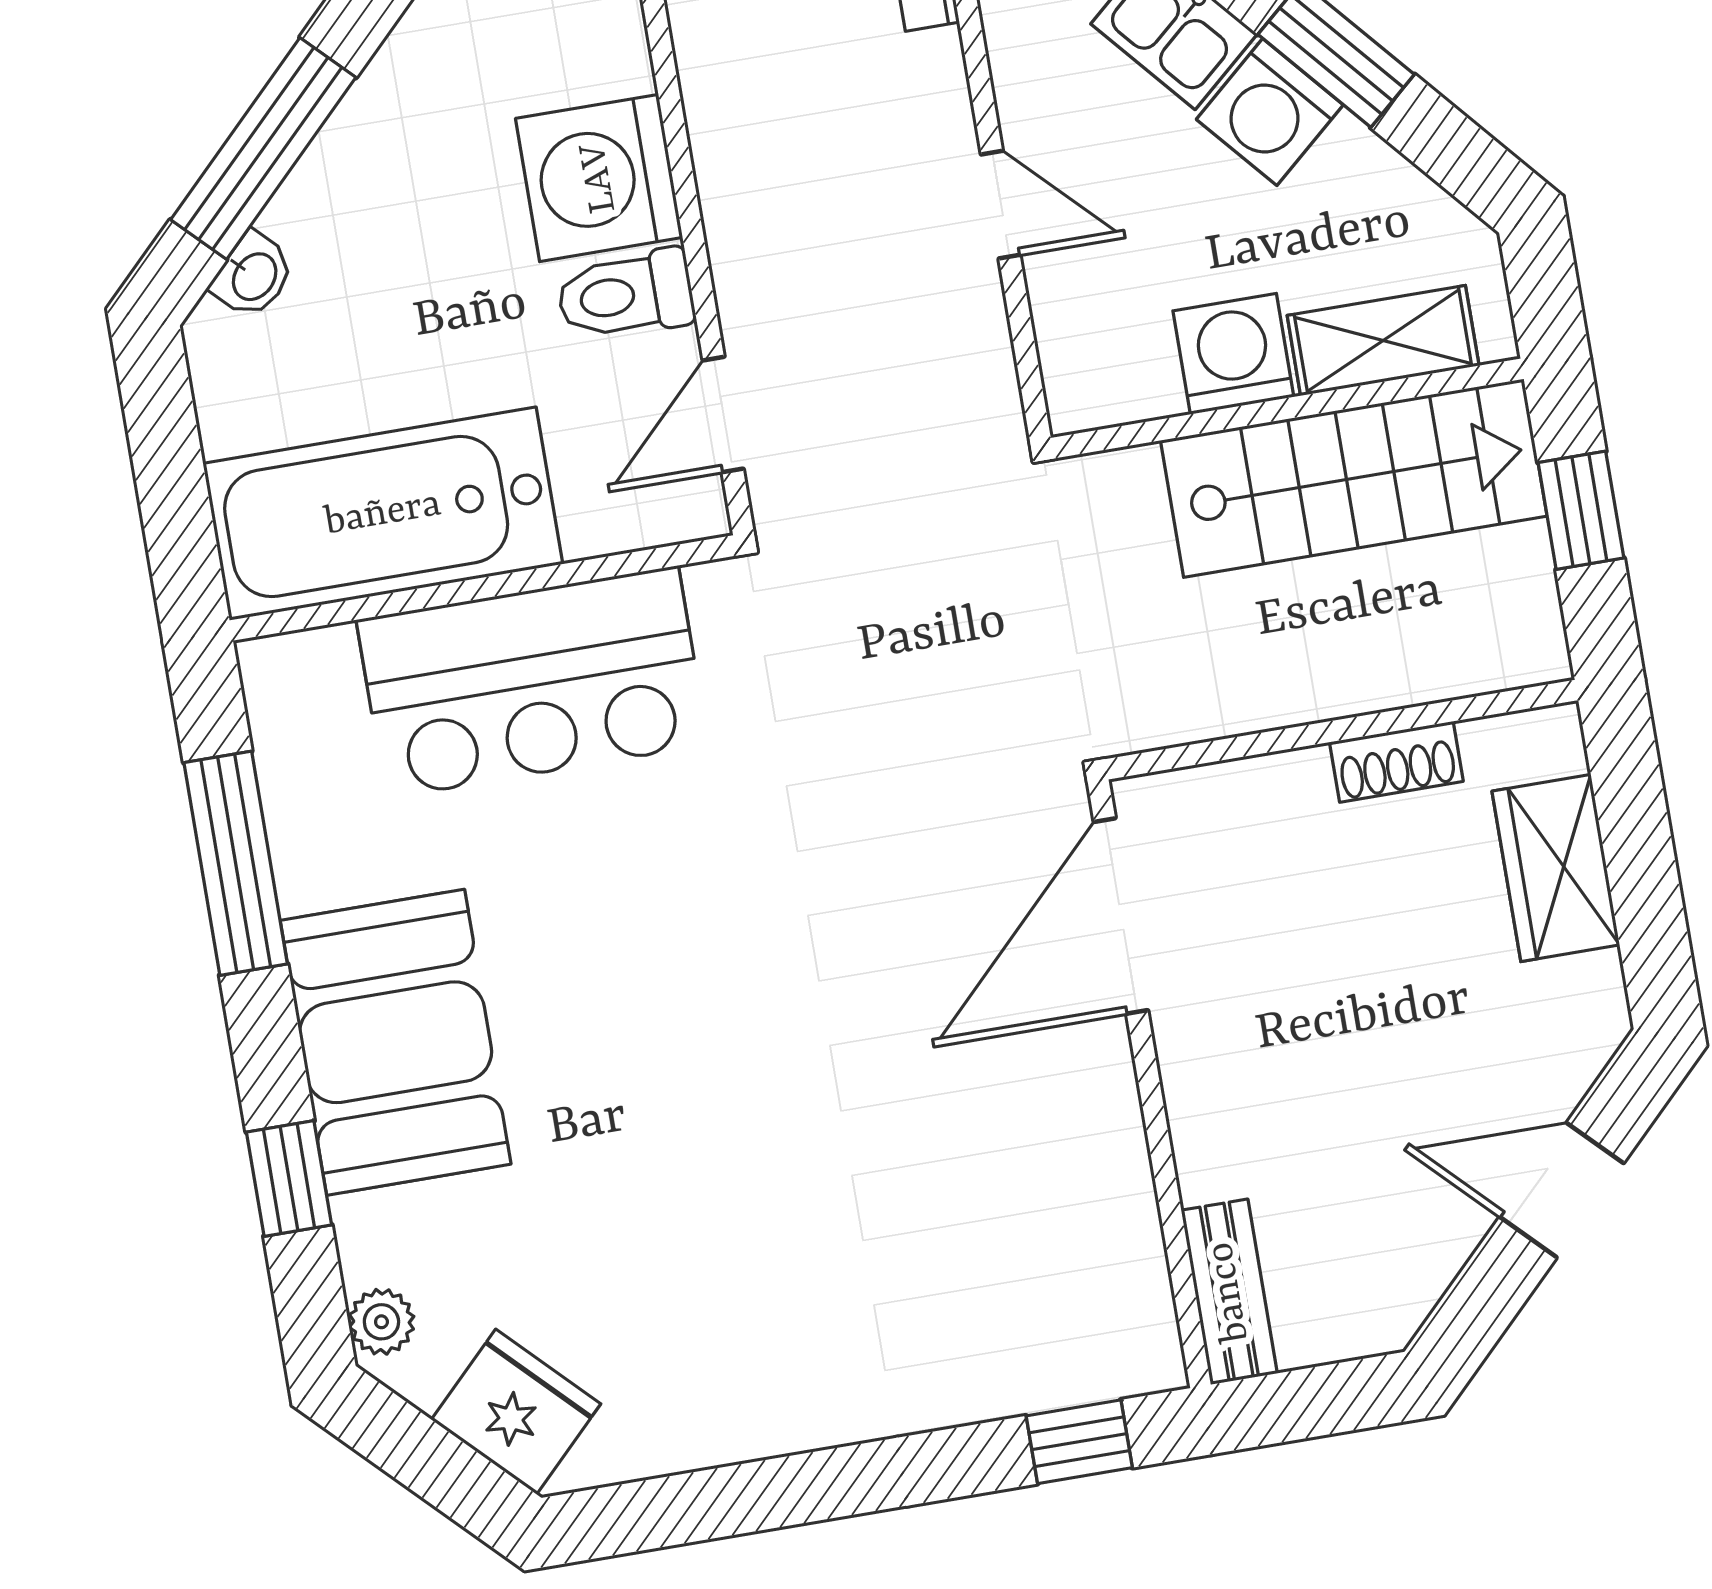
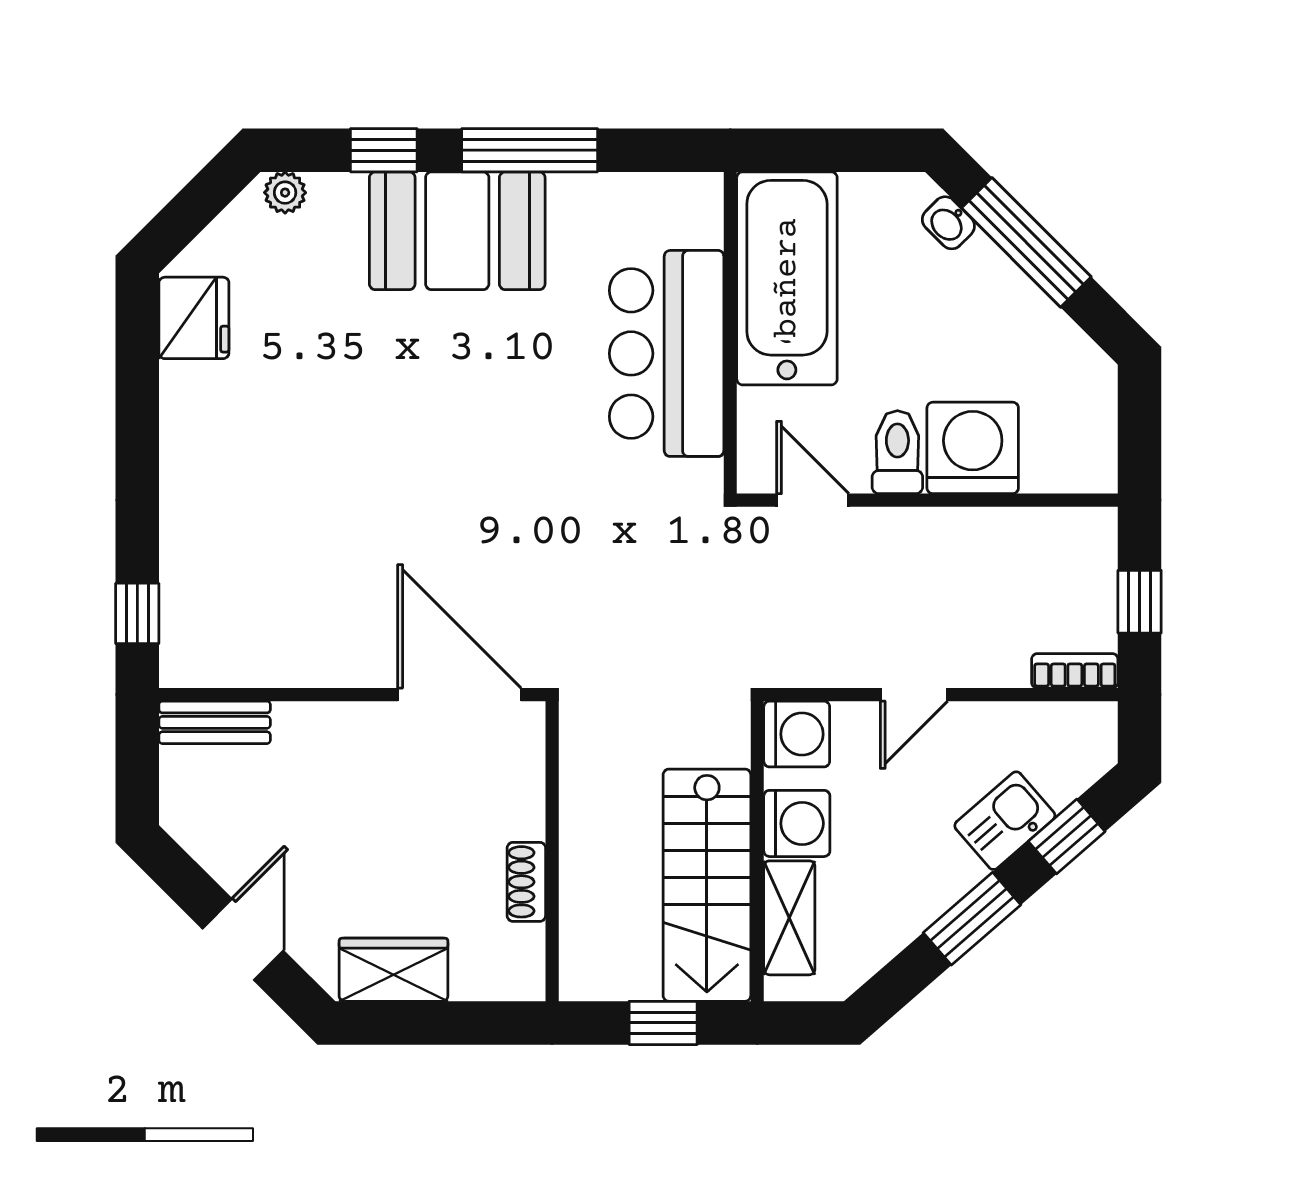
washing machine: (1270, 112) -> (797, 734), moved, turned 131
window: (236, 863) -> (530, 150), moved
wardrobe: (1556, 868) -> (394, 970), moved
fridge: (516, 1412) -> (194, 318), moved, turned -45

